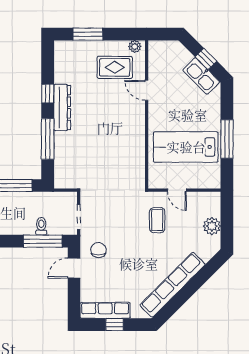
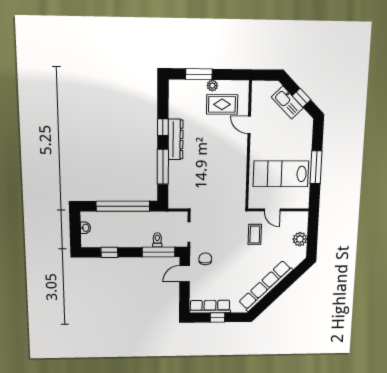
plant: (135, 46) -> (212, 86), moved
kitchen sink: (201, 76) -> (287, 102), moved

